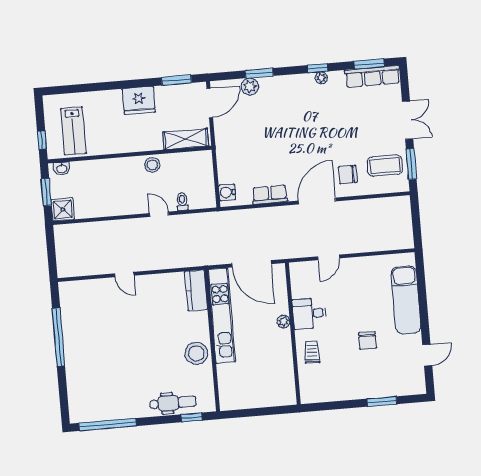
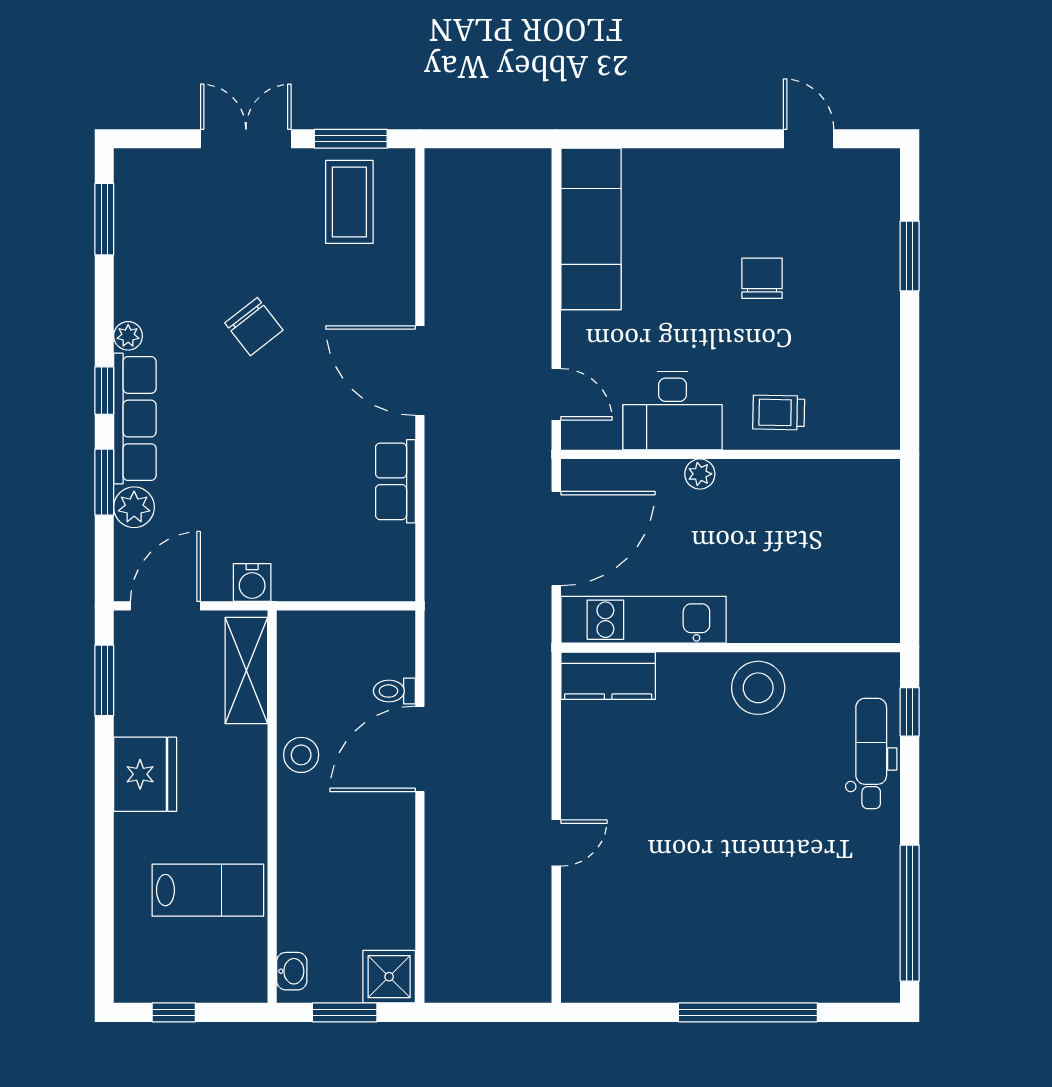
window: (317, 68) -> (104, 391), moved
row of seats: (372, 76) -> (135, 419), moved
door: (210, 103) -> (165, 606), hinge flipped
lab bench: (73, 131) -> (208, 890), moved
window: (42, 140) -> (174, 1012), moved
chair: (348, 175) -> (254, 327), moved, turned -38
water cooler: (227, 192) -> (252, 582), moved
door: (159, 214) -> (420, 749), width x1.88
door: (329, 257) -> (556, 394), moved
exam couch: (406, 300) -> (591, 229), moved, turned -90
desk: (309, 313) -> (672, 411), width x1.37
kitchen unit: (222, 316) -> (643, 620), width x0.73
window: (59, 337) -> (748, 1012), moved
chair: (367, 341) -> (762, 278), turned -90

